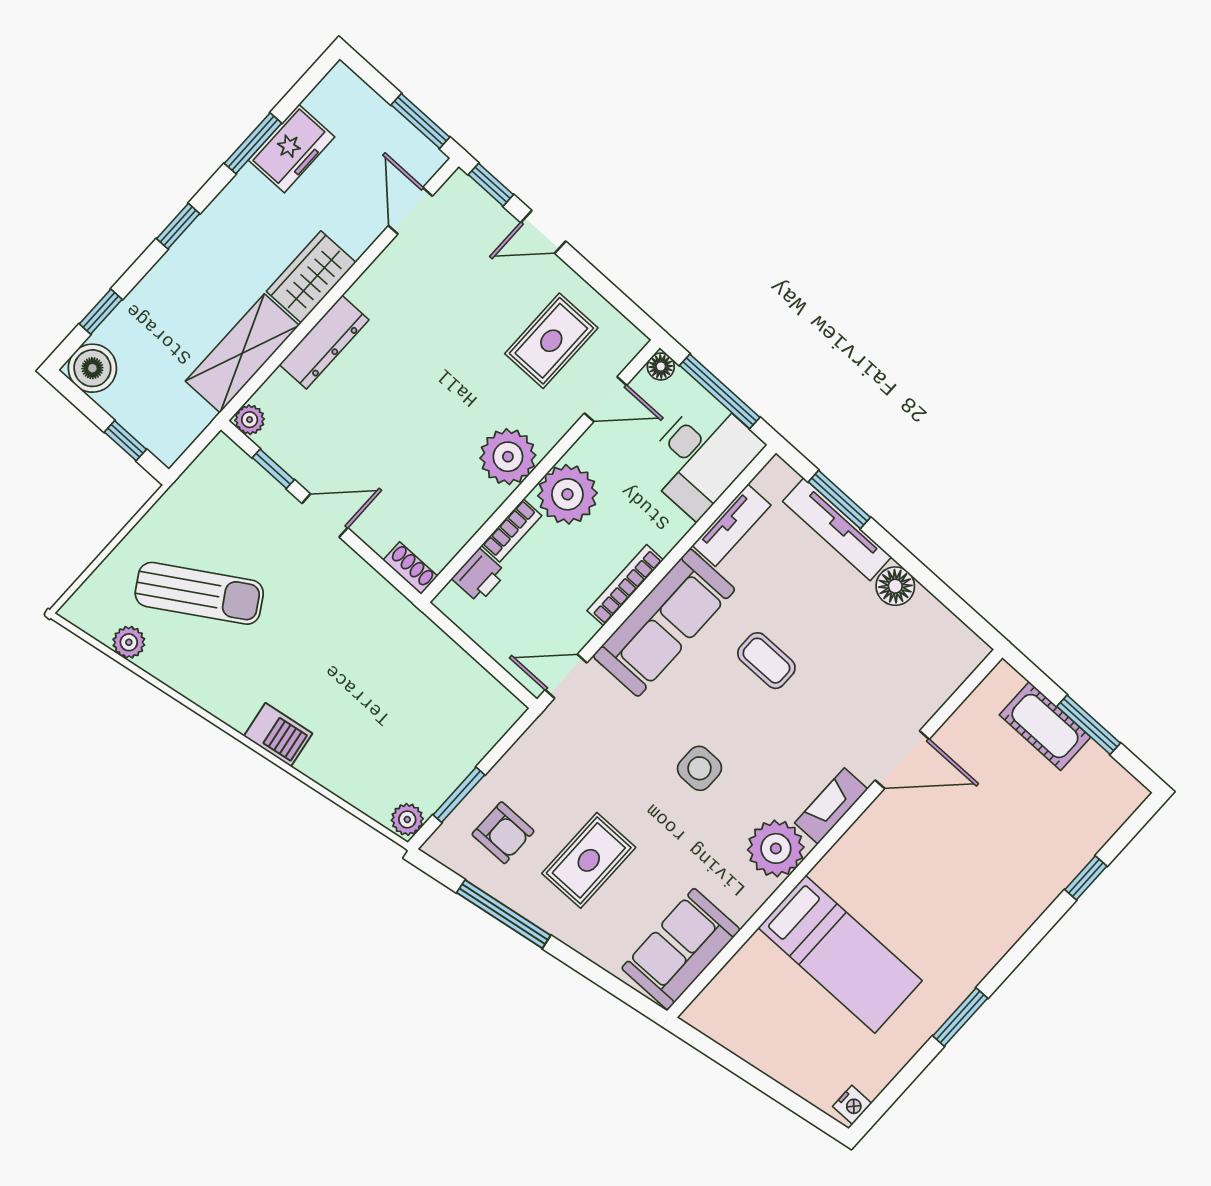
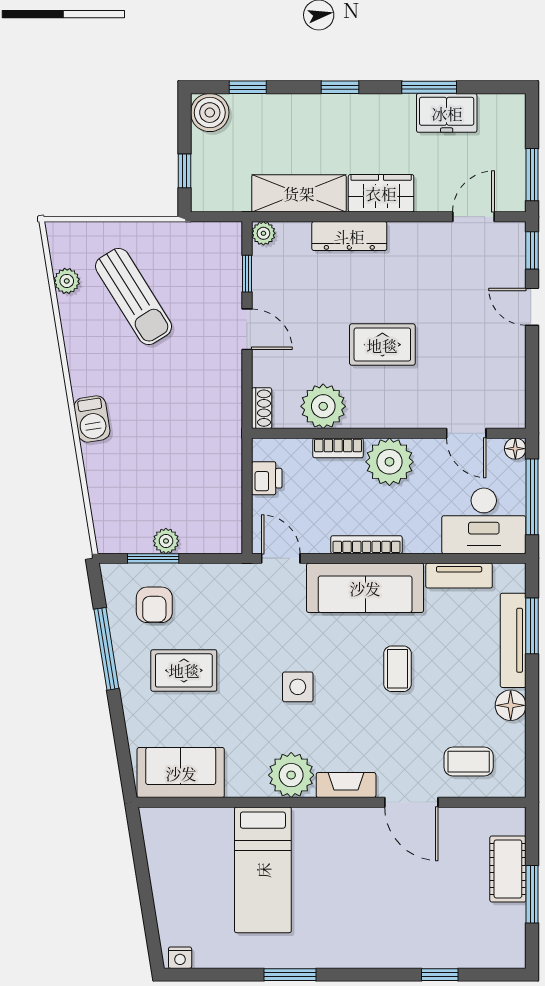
rug: (551, 341) -> (382, 345), moved
plant: (508, 457) -> (323, 406), moved
printer: (479, 576) -> (267, 478), moved, turned -90
coffee table: (912, 672) -> (469, 762), added
plant: (407, 819) -> (166, 541), moved

